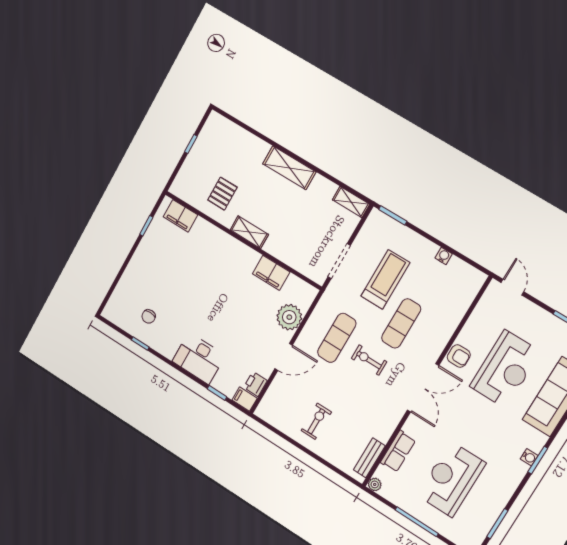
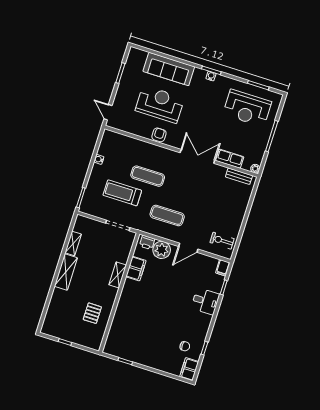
pallet: (222, 194) -> (92, 313), turned 90
shelving: (351, 202) -> (73, 243), moved
filing cabinet: (180, 216) -> (189, 369), moved, turned 180
shelving: (249, 232) -> (118, 275), moved
door: (512, 287) -> (108, 112), hinge flipped
door: (284, 357) -> (188, 248), swing flipped
desk: (199, 358) -> (205, 301), width x0.73
exercise bike: (369, 360) -> (176, 191), removed
printer: (255, 384) -> (147, 242), moved
double door: (423, 388) -> (197, 156), moved
exercise bike: (316, 421) -> (222, 241), moved
reception desk: (451, 479) -> (247, 108), moved

